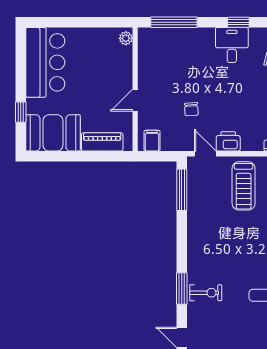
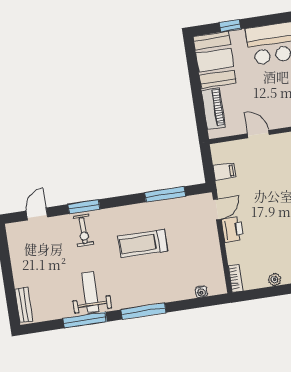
chair: (191, 109) -> (258, 190), removed
filing cabinet: (152, 141) -> (224, 172), moved
treadmill: (244, 186) -> (143, 244), moved
window: (182, 190) -> (165, 194), moved

